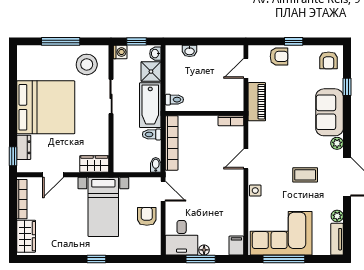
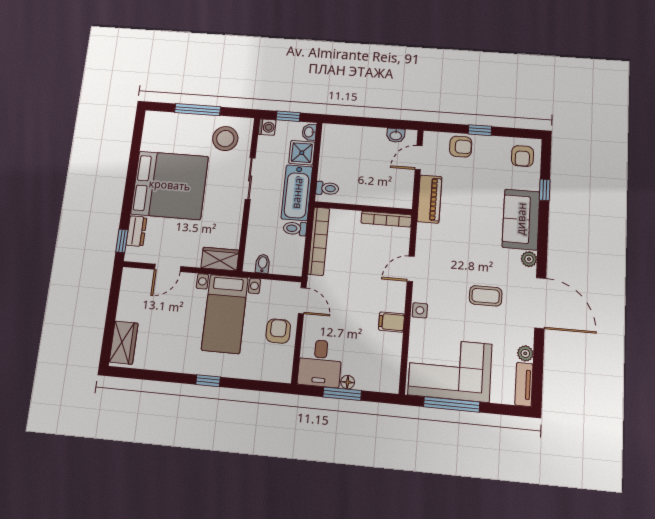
washbasin: (190, 51) -> (396, 135), moved
bookcase: (231, 121) -> (386, 219), width x1.56
bidet: (156, 165) -> (263, 264), moved
bookcase: (22, 199) -> (125, 295), removed
filing cabinet: (236, 246) -> (391, 322), moved, turned -90

